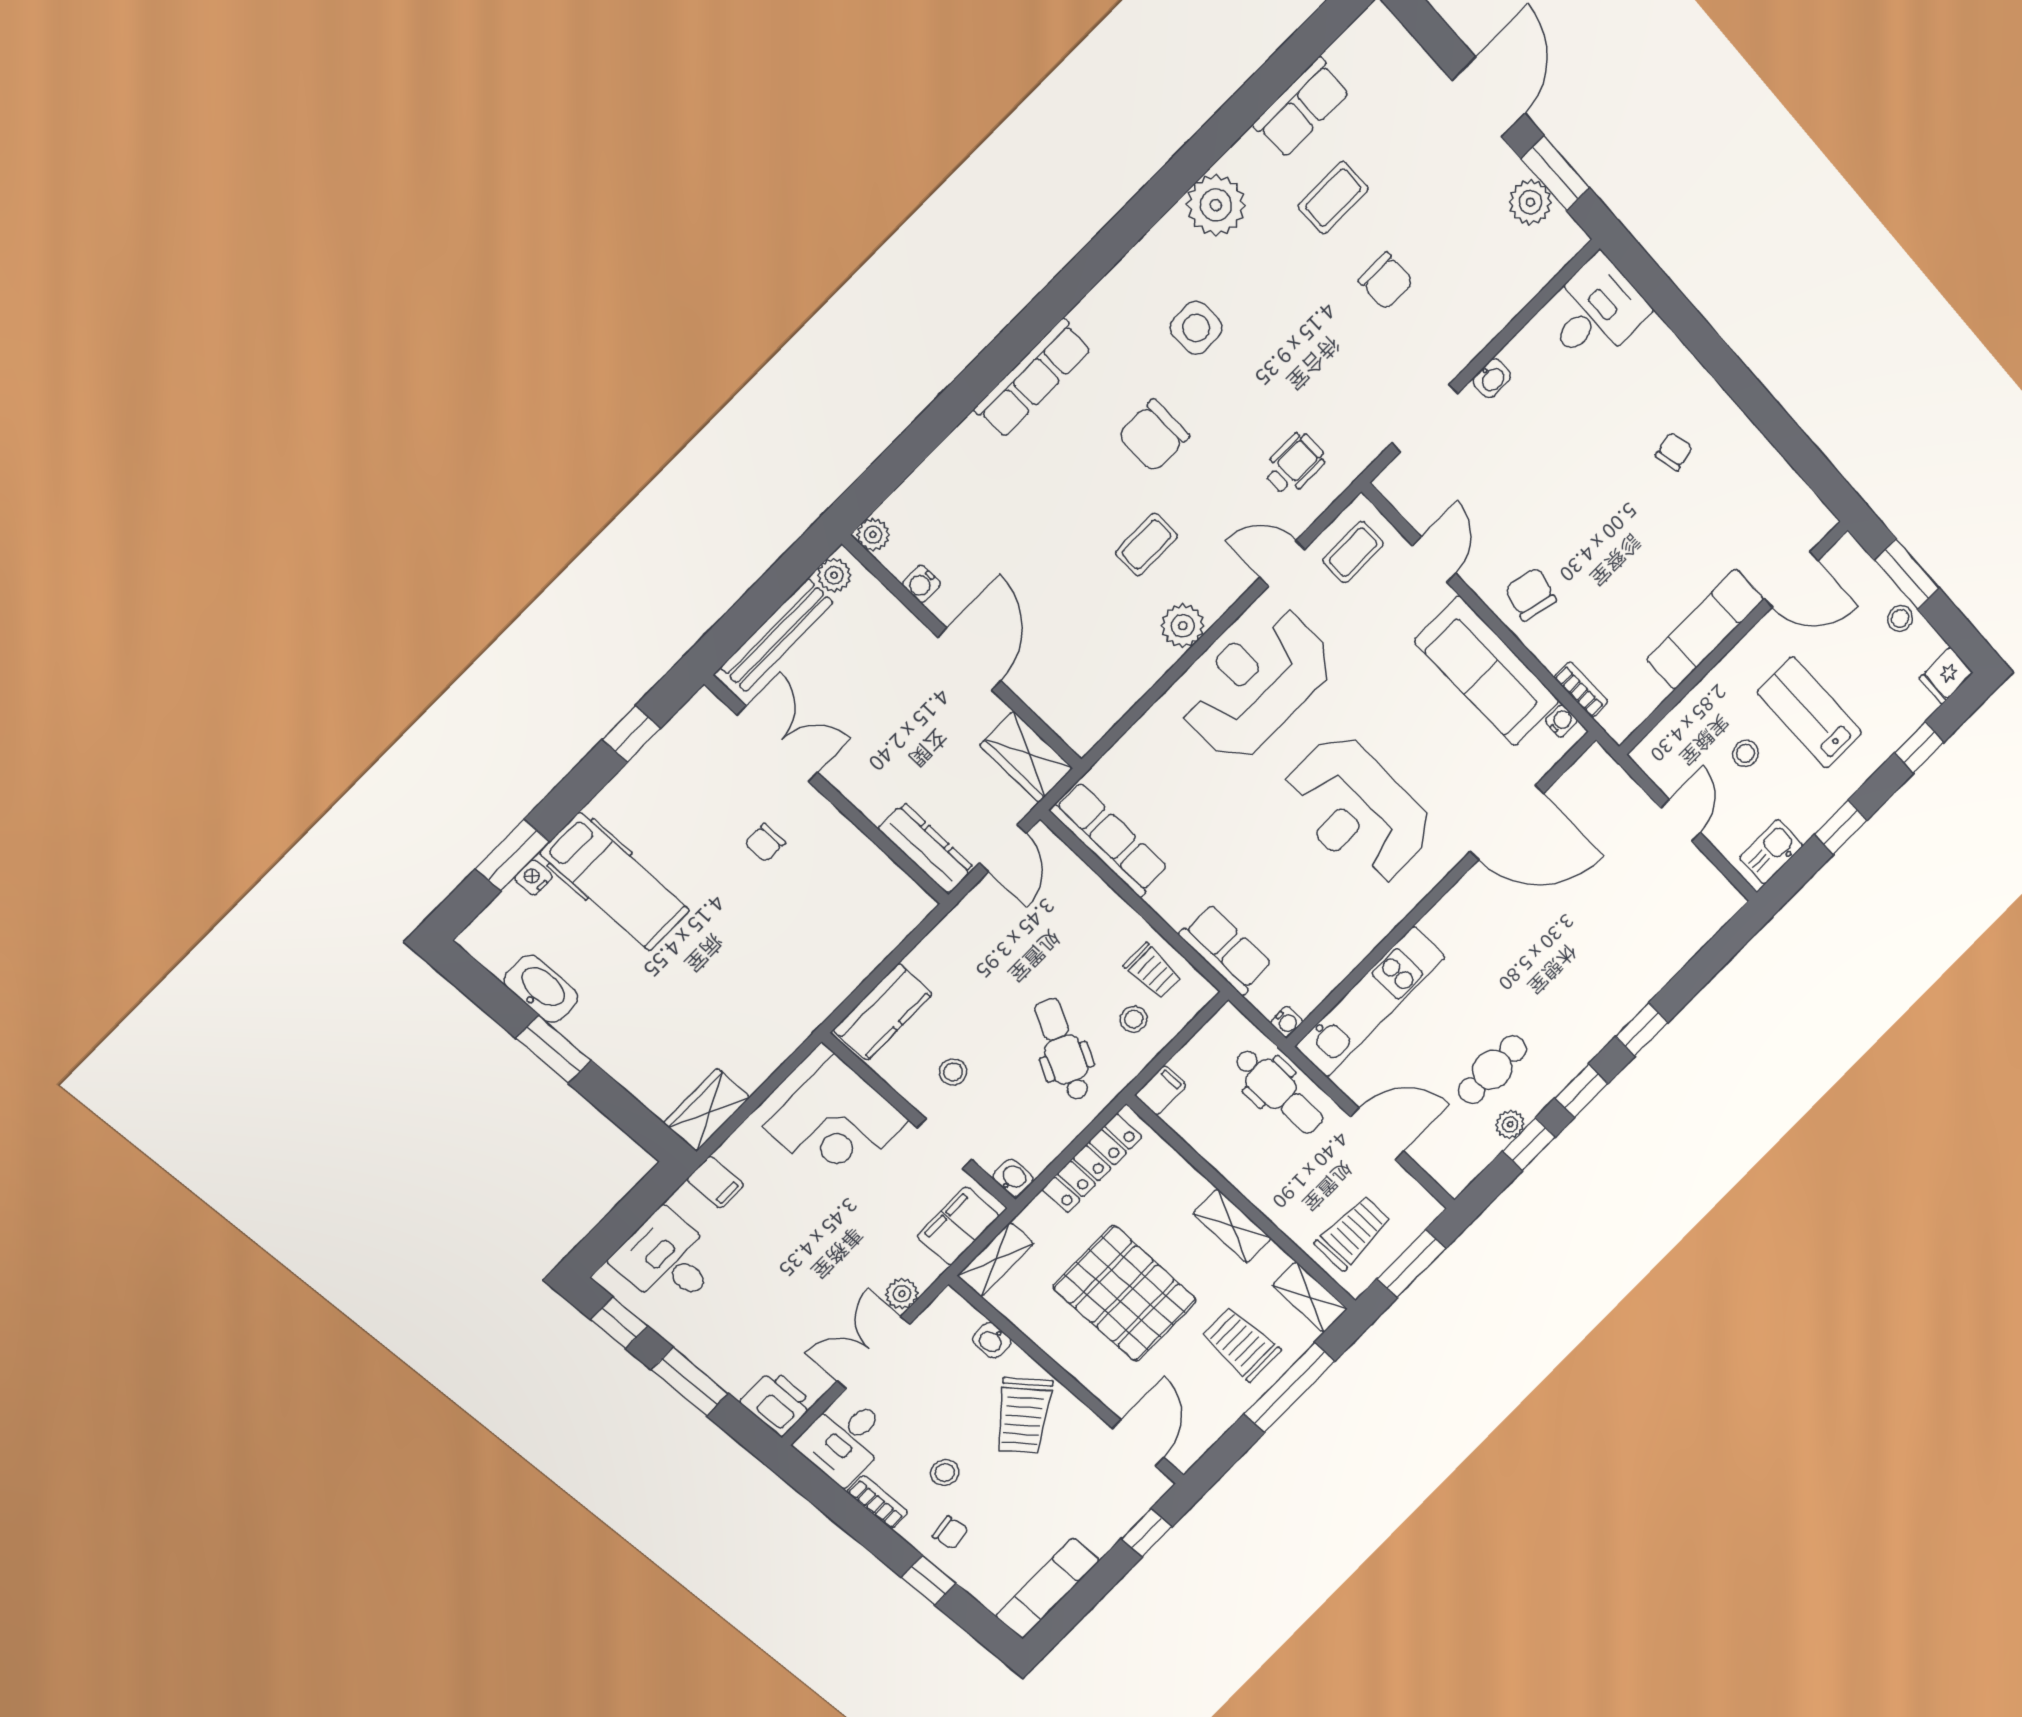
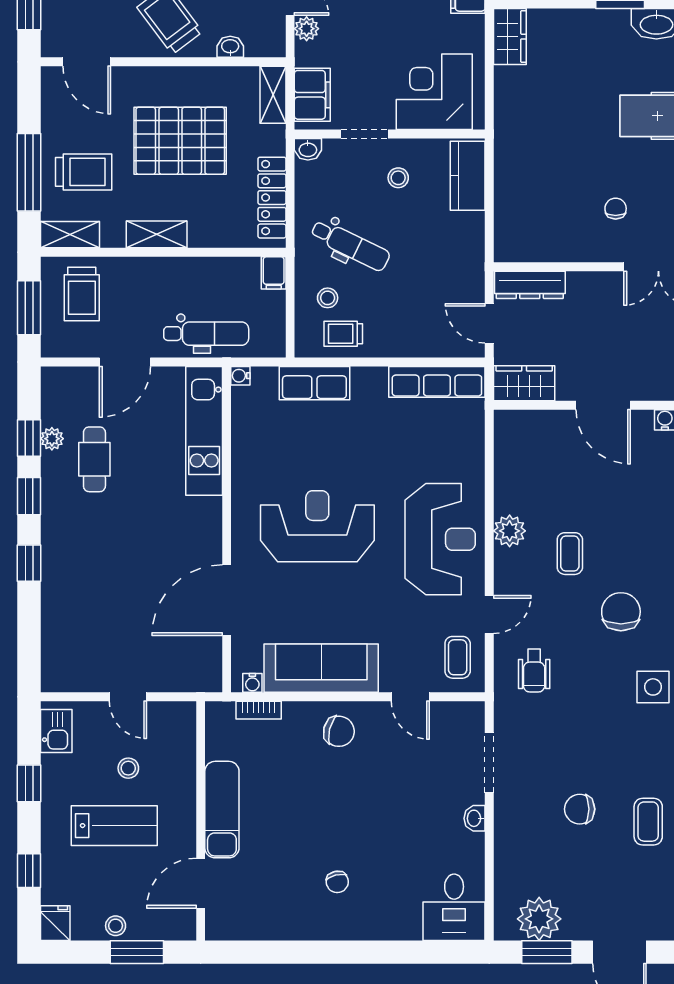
plant: (1530, 202) -> (539, 919), width x1.36, depth x1.36
dental chair: (1279, 1091) -> (206, 334), turned 180

